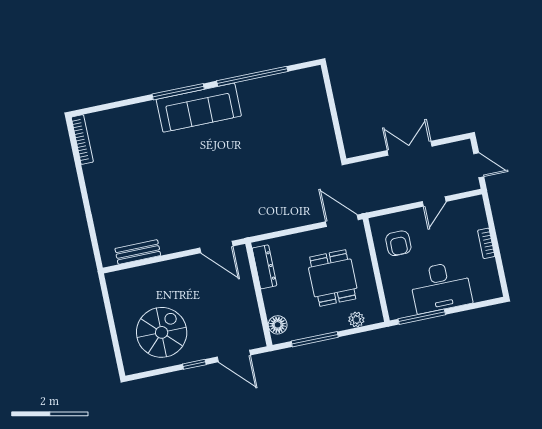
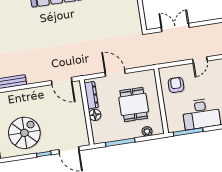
double door: (410, 148) -> (175, 27), moved
door: (342, 221) -> (115, 73), moved
armchair: (398, 243) -> (176, 85), turned 180
floor lamp: (278, 325) -> (95, 115), moved

